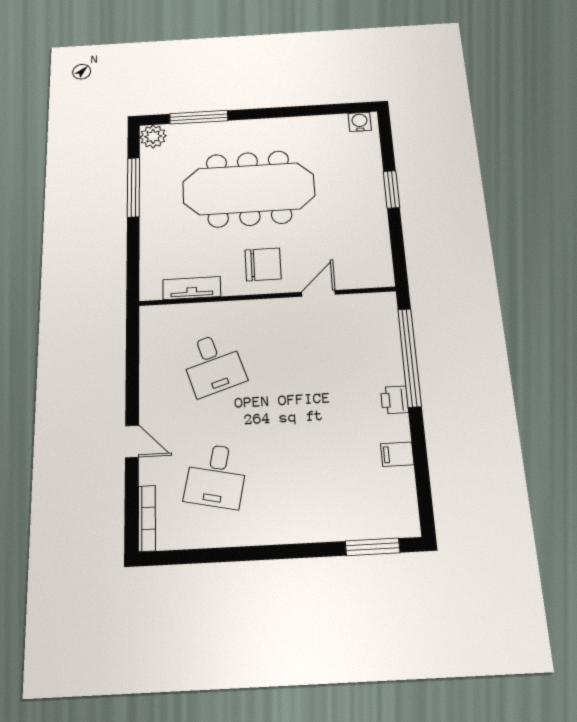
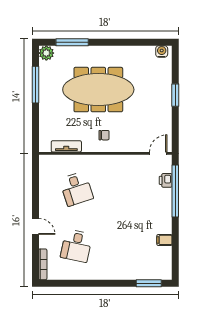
chair: (263, 264) -> (104, 135), width x0.54, depth x0.54
door: (318, 293) -> (158, 153), moved
printer: (394, 400) -> (166, 180), moved

